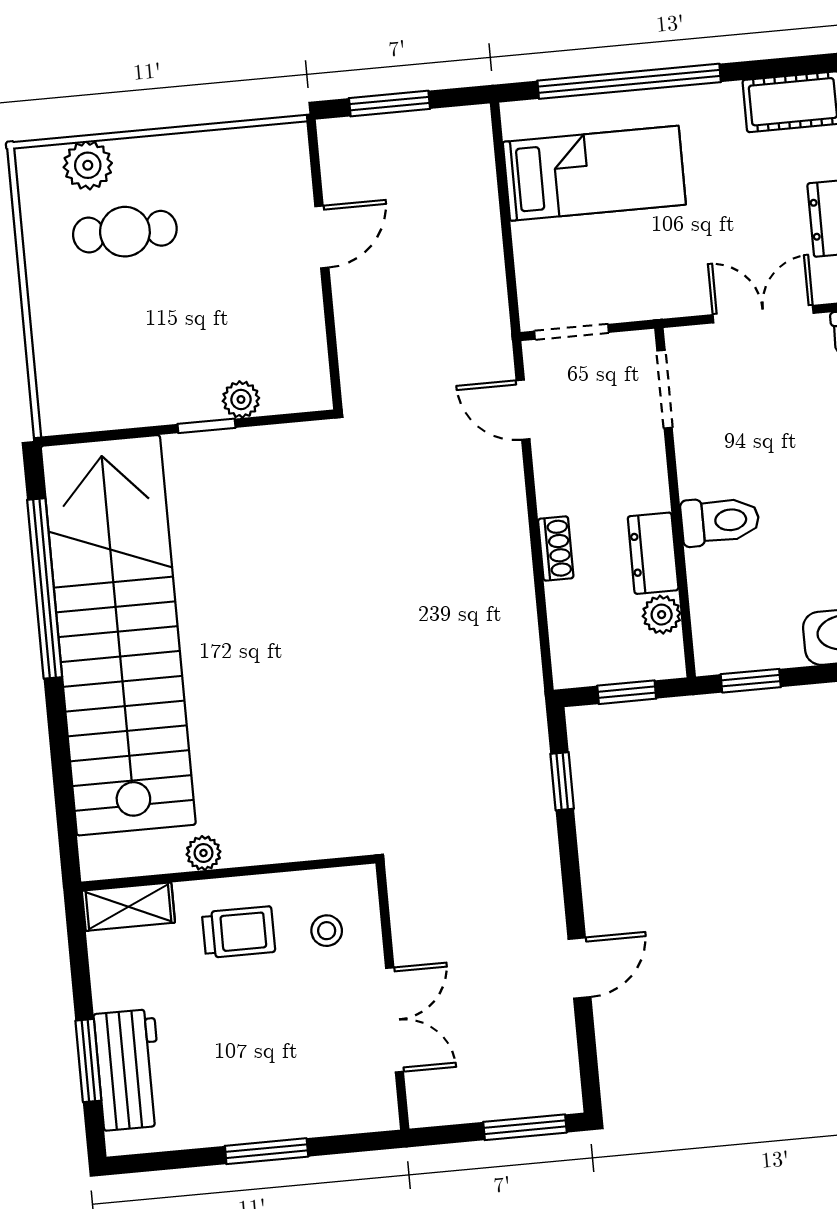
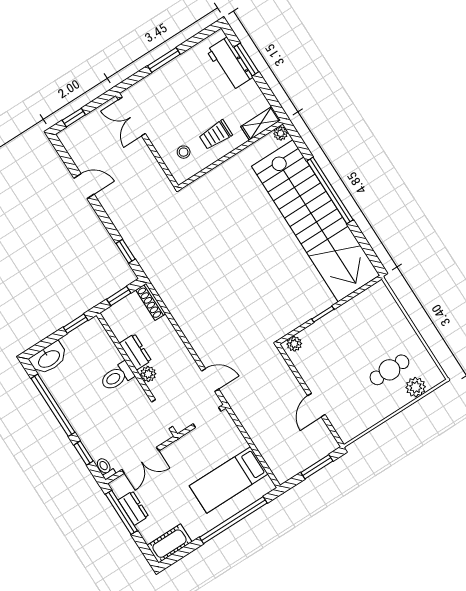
plant: (241, 399) -> (294, 344), moved
shoe rack: (556, 548) -> (151, 302), moved, width x1.43
window: (45, 588) -> (330, 190), moved
plant: (662, 615) -> (148, 374), moved
plant: (203, 853) -> (281, 133), moved
door: (579, 968) -> (84, 186), swing flipped
double door: (395, 1020) -> (132, 117), moved
window: (525, 1127) -> (74, 118), width x0.67

